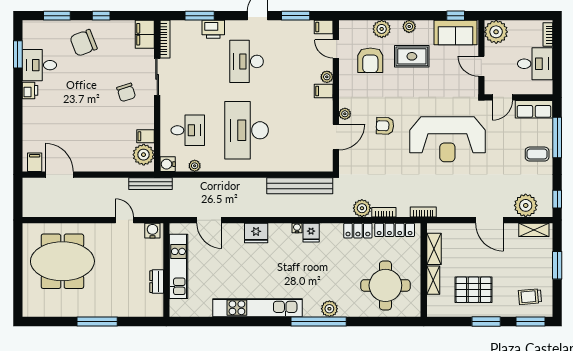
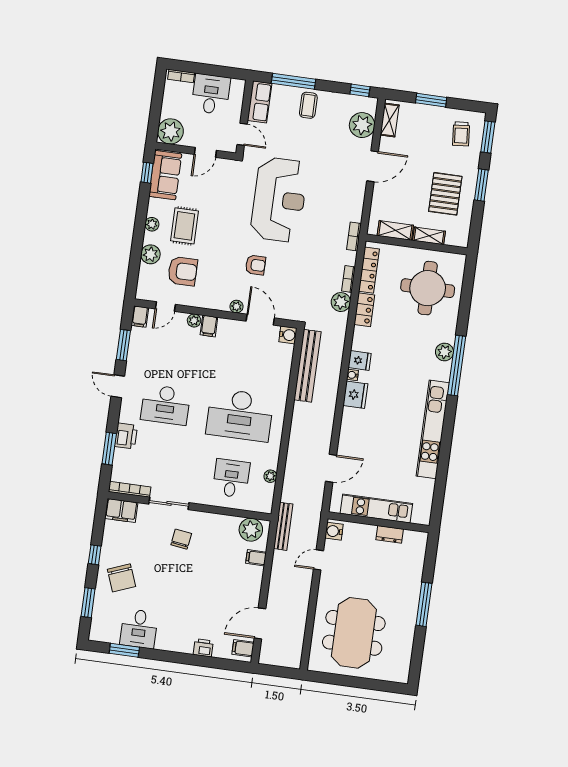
printer: (30, 90) -> (203, 648), moved
chair: (126, 92) -> (181, 539), turned -64
armchair: (385, 126) -> (255, 265), turned -92
filing cabinet: (145, 136) -> (256, 558), moved, turned 90
water cooler: (168, 164) -> (288, 335), moved, turned -90
fridge: (256, 233) -> (355, 395), moved

